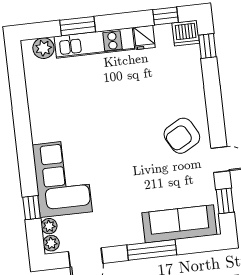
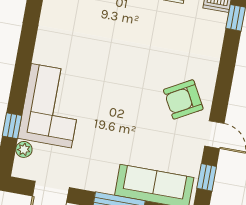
plant: (51, 243) -> (21, 167), removed

